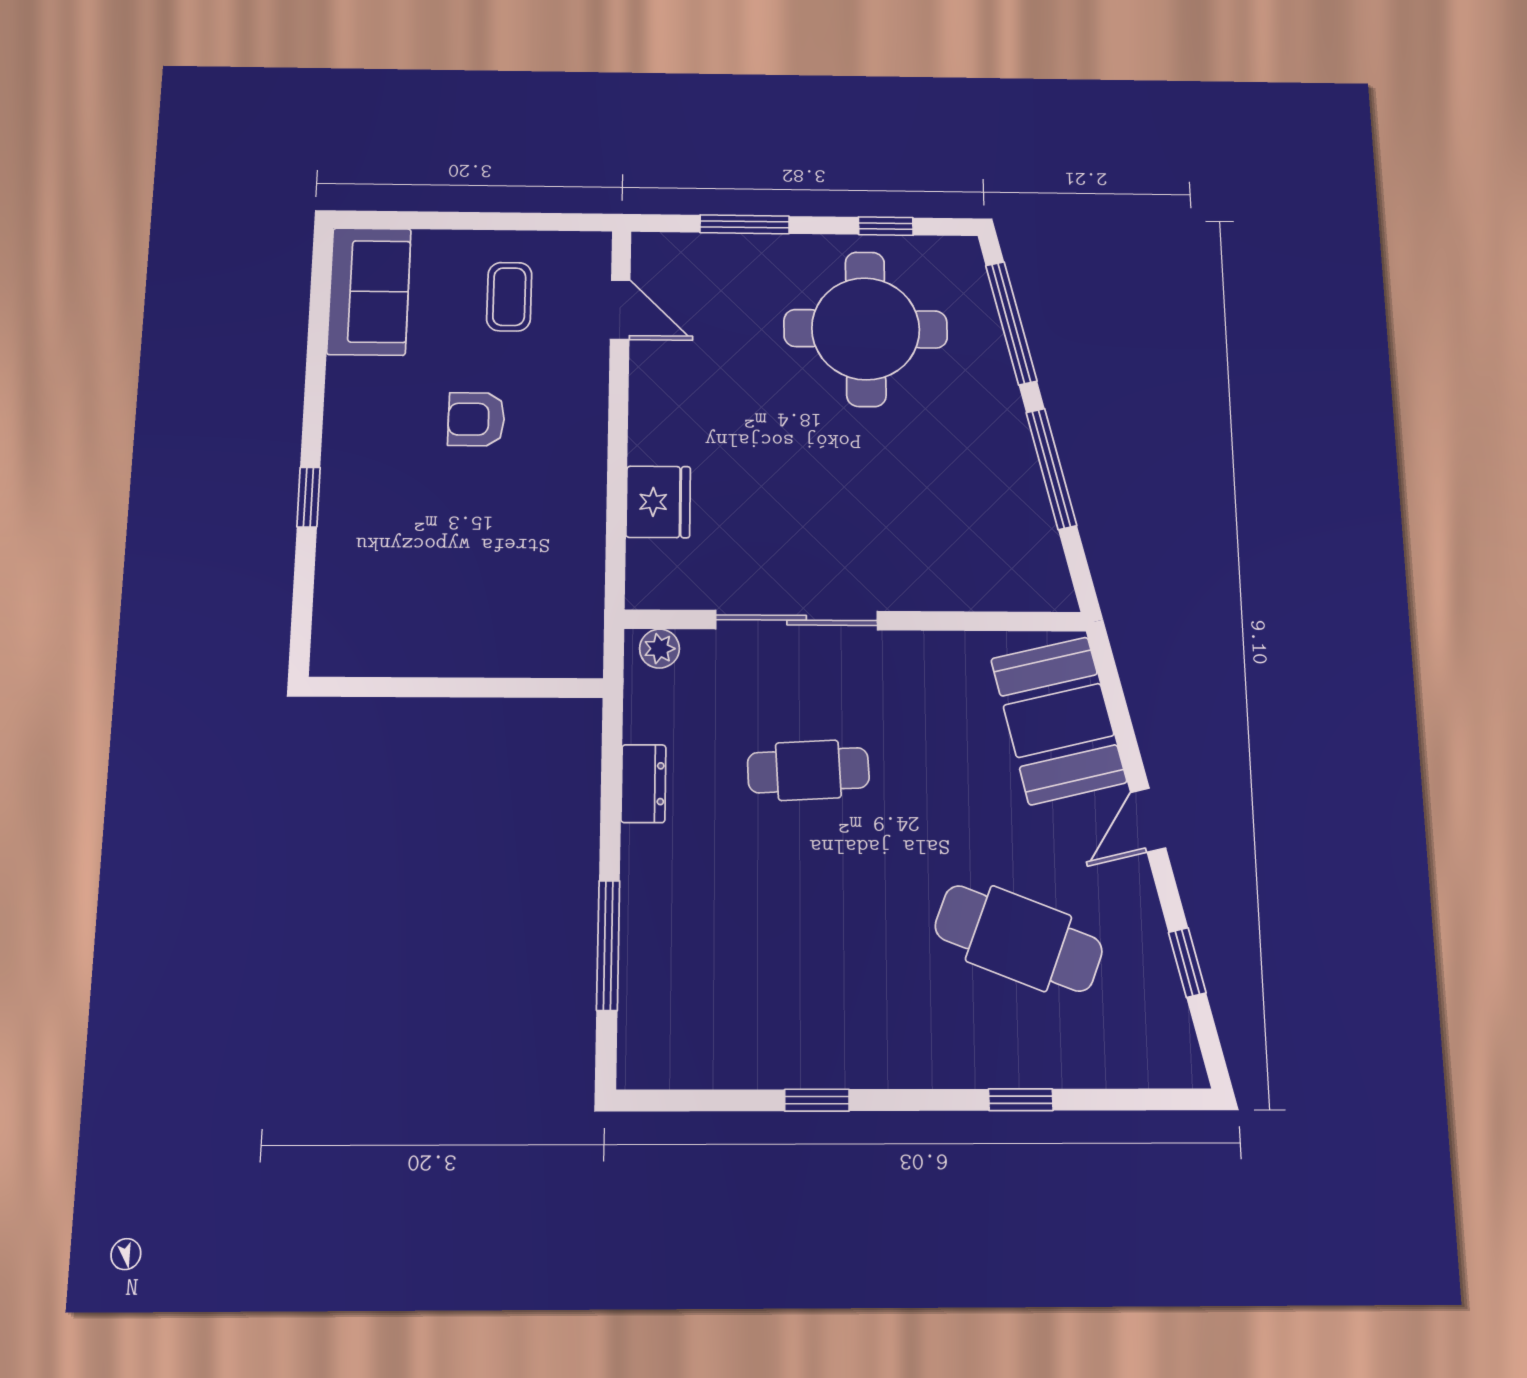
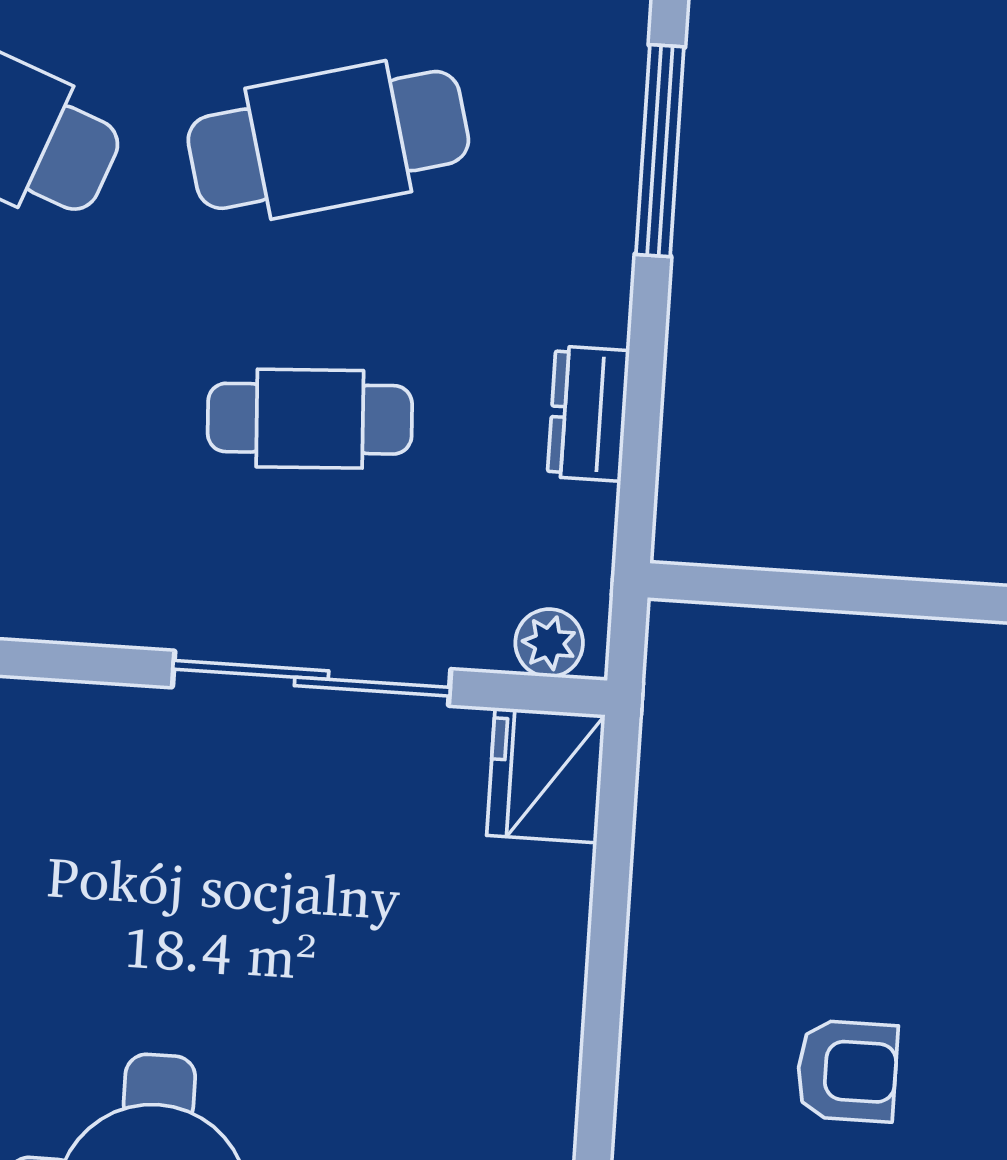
fridge: (658, 502) -> (546, 775), moved
cafe table: (809, 938) -> (328, 140), added

